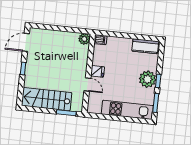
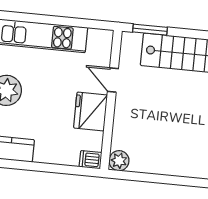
fridge: (97, 71) -> (91, 112), width x1.88, depth x1.34

